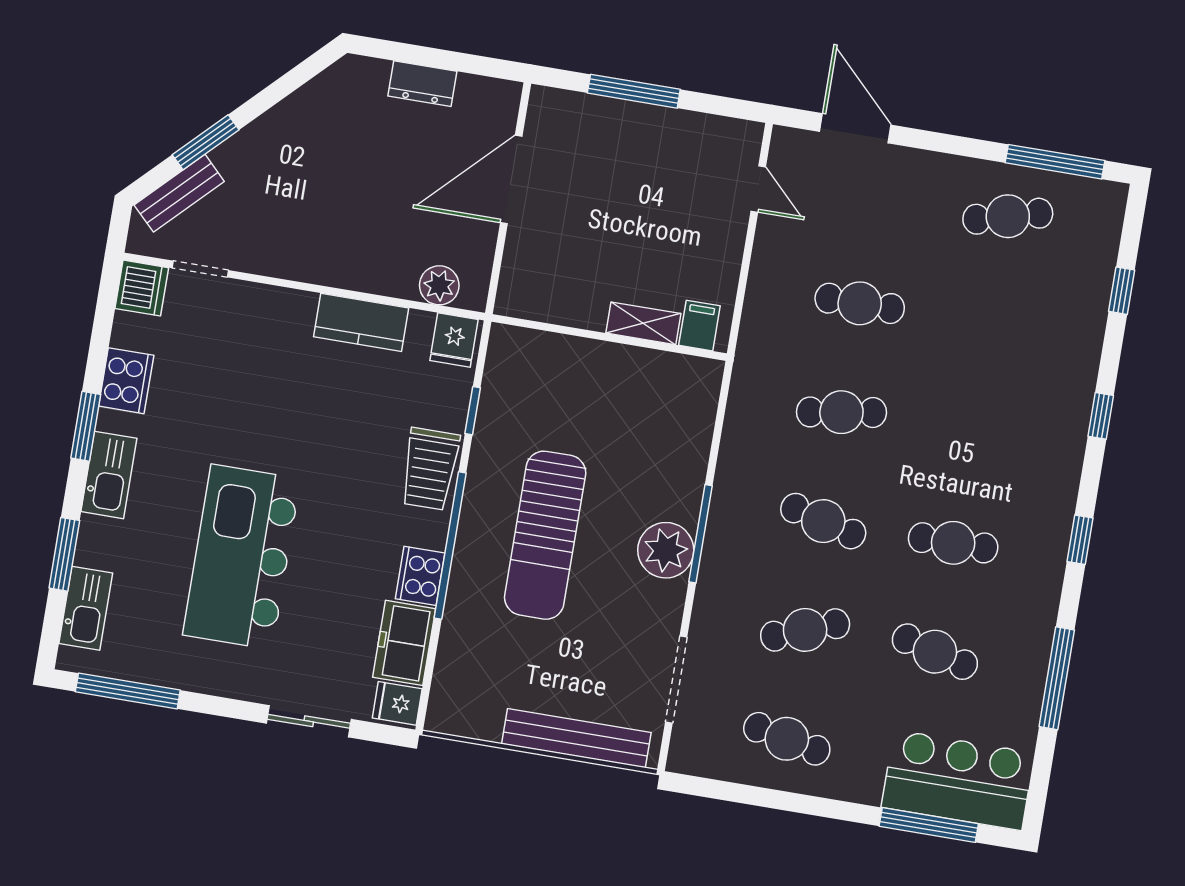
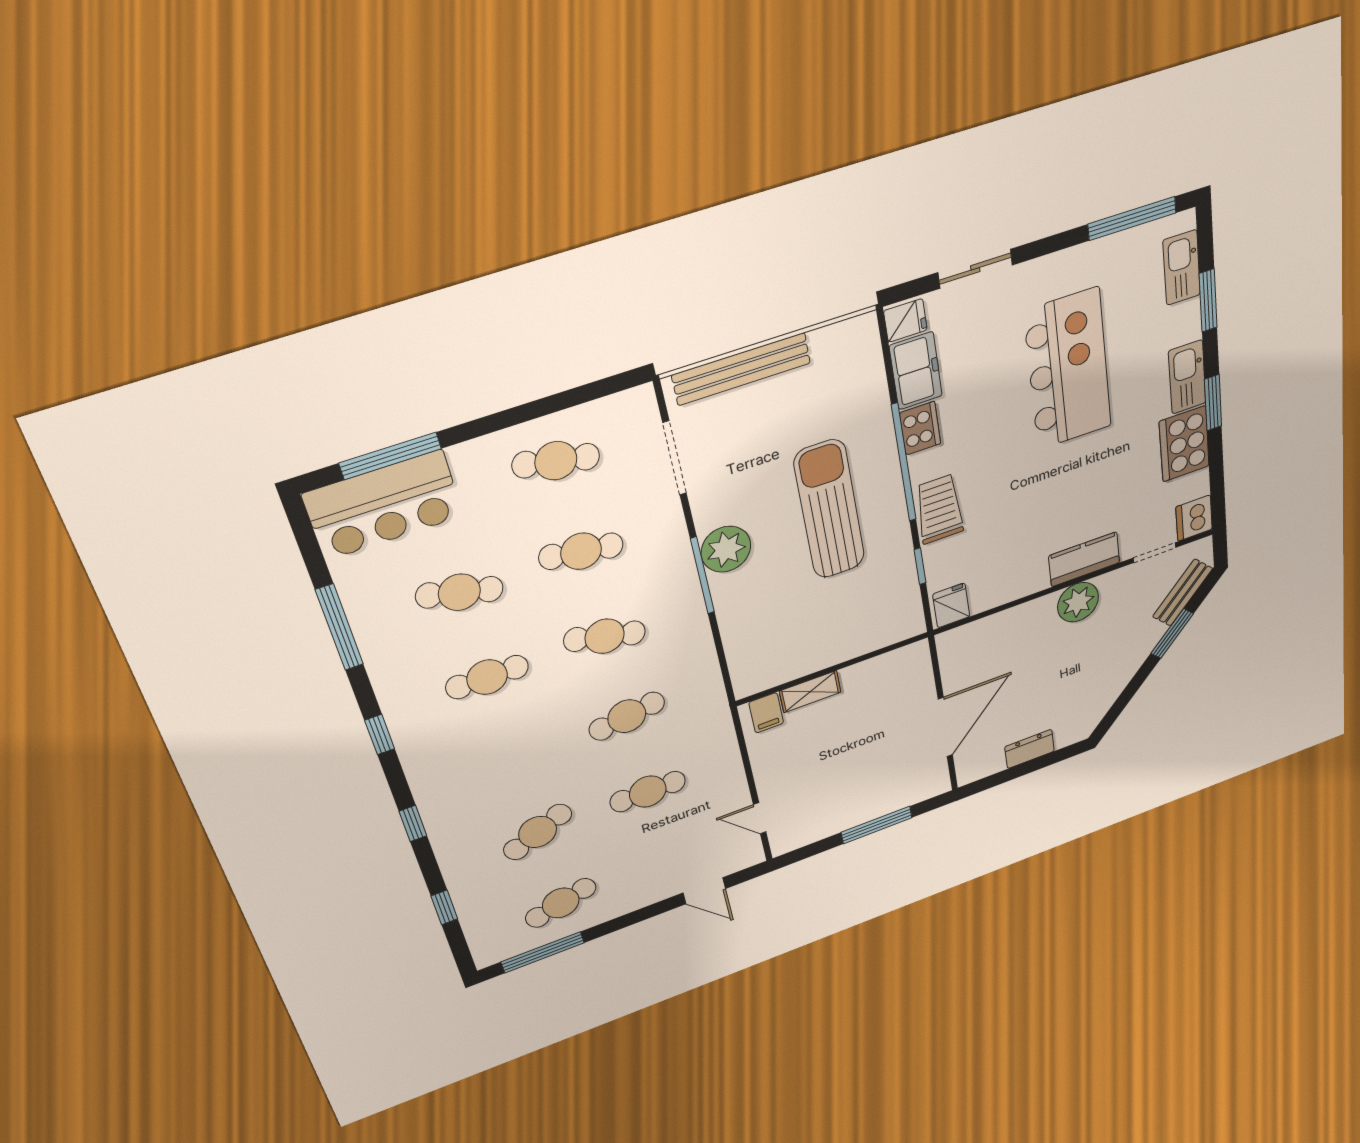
door: (855, 128) -> (704, 891), width x0.73
plant: (439, 285) -> (1078, 602), moved, width x1.36, depth x1.36
kitchen counter: (361, 322) -> (1084, 559), moved
cafe table: (990, 325) -> (538, 832), added
cooker: (126, 381) -> (1184, 444), width x1.37, depth x1.31
cafe table: (805, 630) -> (581, 551), turned 30

